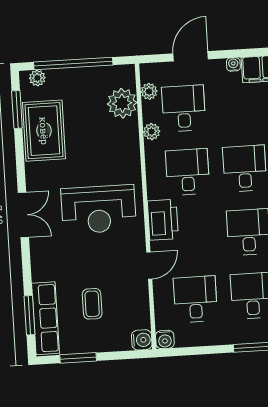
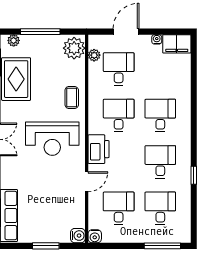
window: (73, 64) -> (40, 32), width x0.68
plant: (122, 103) -> (74, 48), moved
plant: (152, 132) -> (94, 85), removed
coffee table: (92, 304) -> (72, 97), moved
window: (78, 358) -> (46, 246), moved

